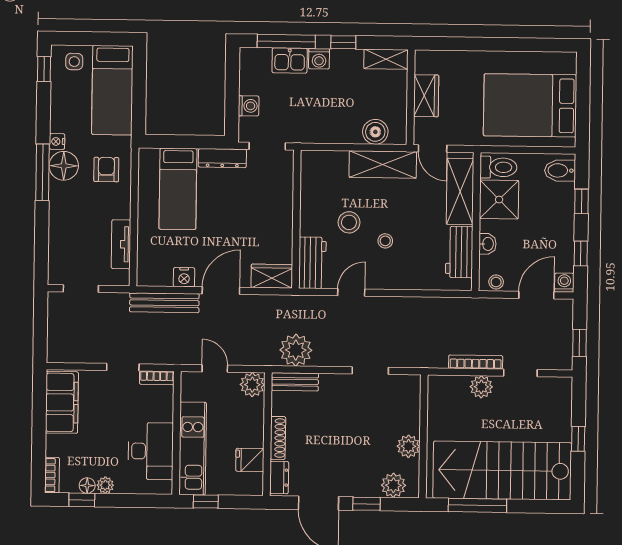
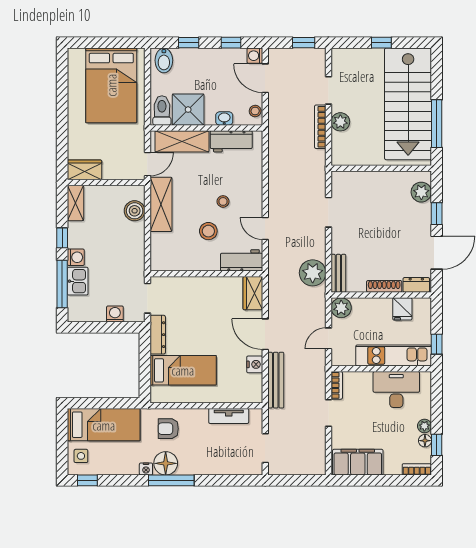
wardrobe: (426, 96) -> (85, 170), moved
plant: (408, 446) -> (389, 180), removed

